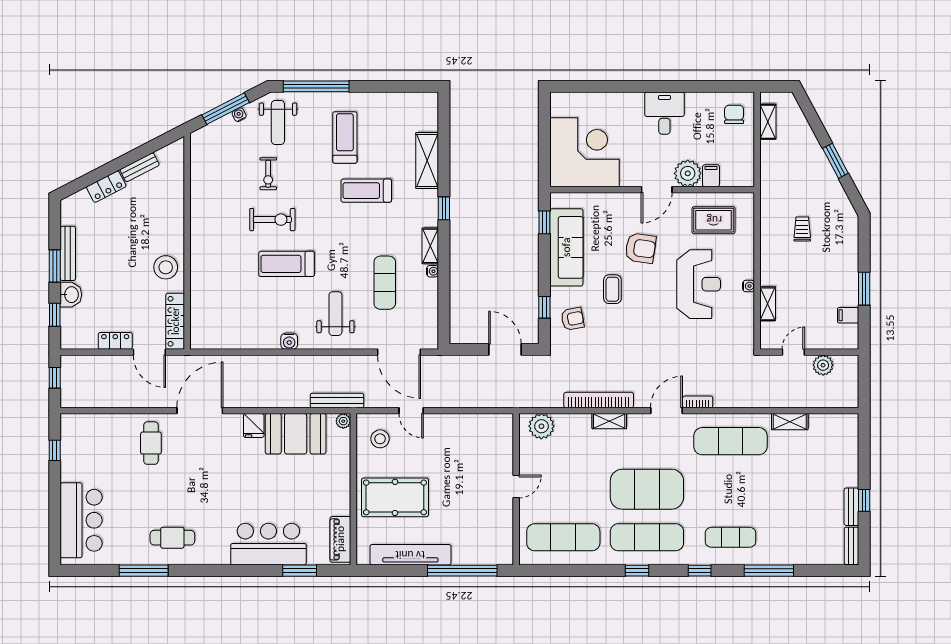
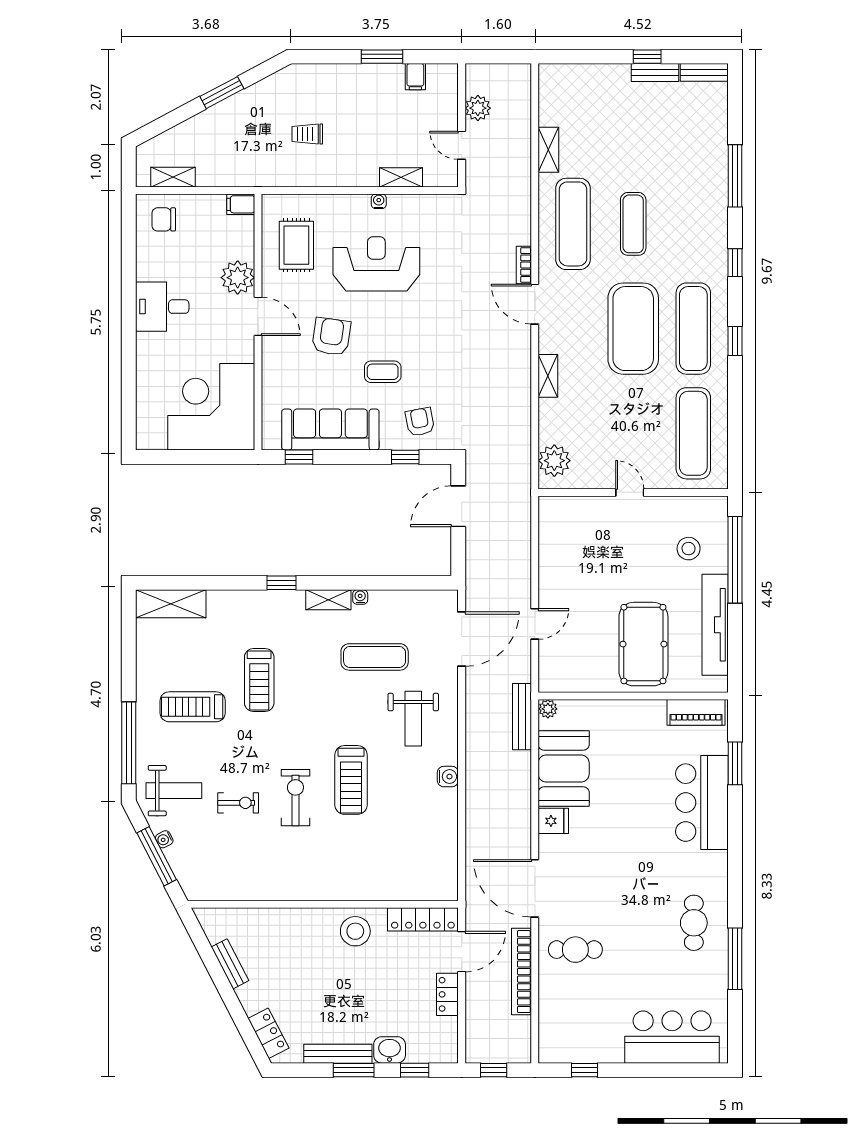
shelving: (427, 160) -> (171, 604), moved
filing cabinet: (711, 176) -> (241, 204), moved
locker: (106, 187) -> (268, 1033), moved
weight bench: (335, 314) -> (413, 719), turned -90
bookcase: (599, 400) -> (522, 972), moved
stool: (380, 439) -> (689, 549), moved
exercise mat: (730, 537) -> (633, 224), moved

